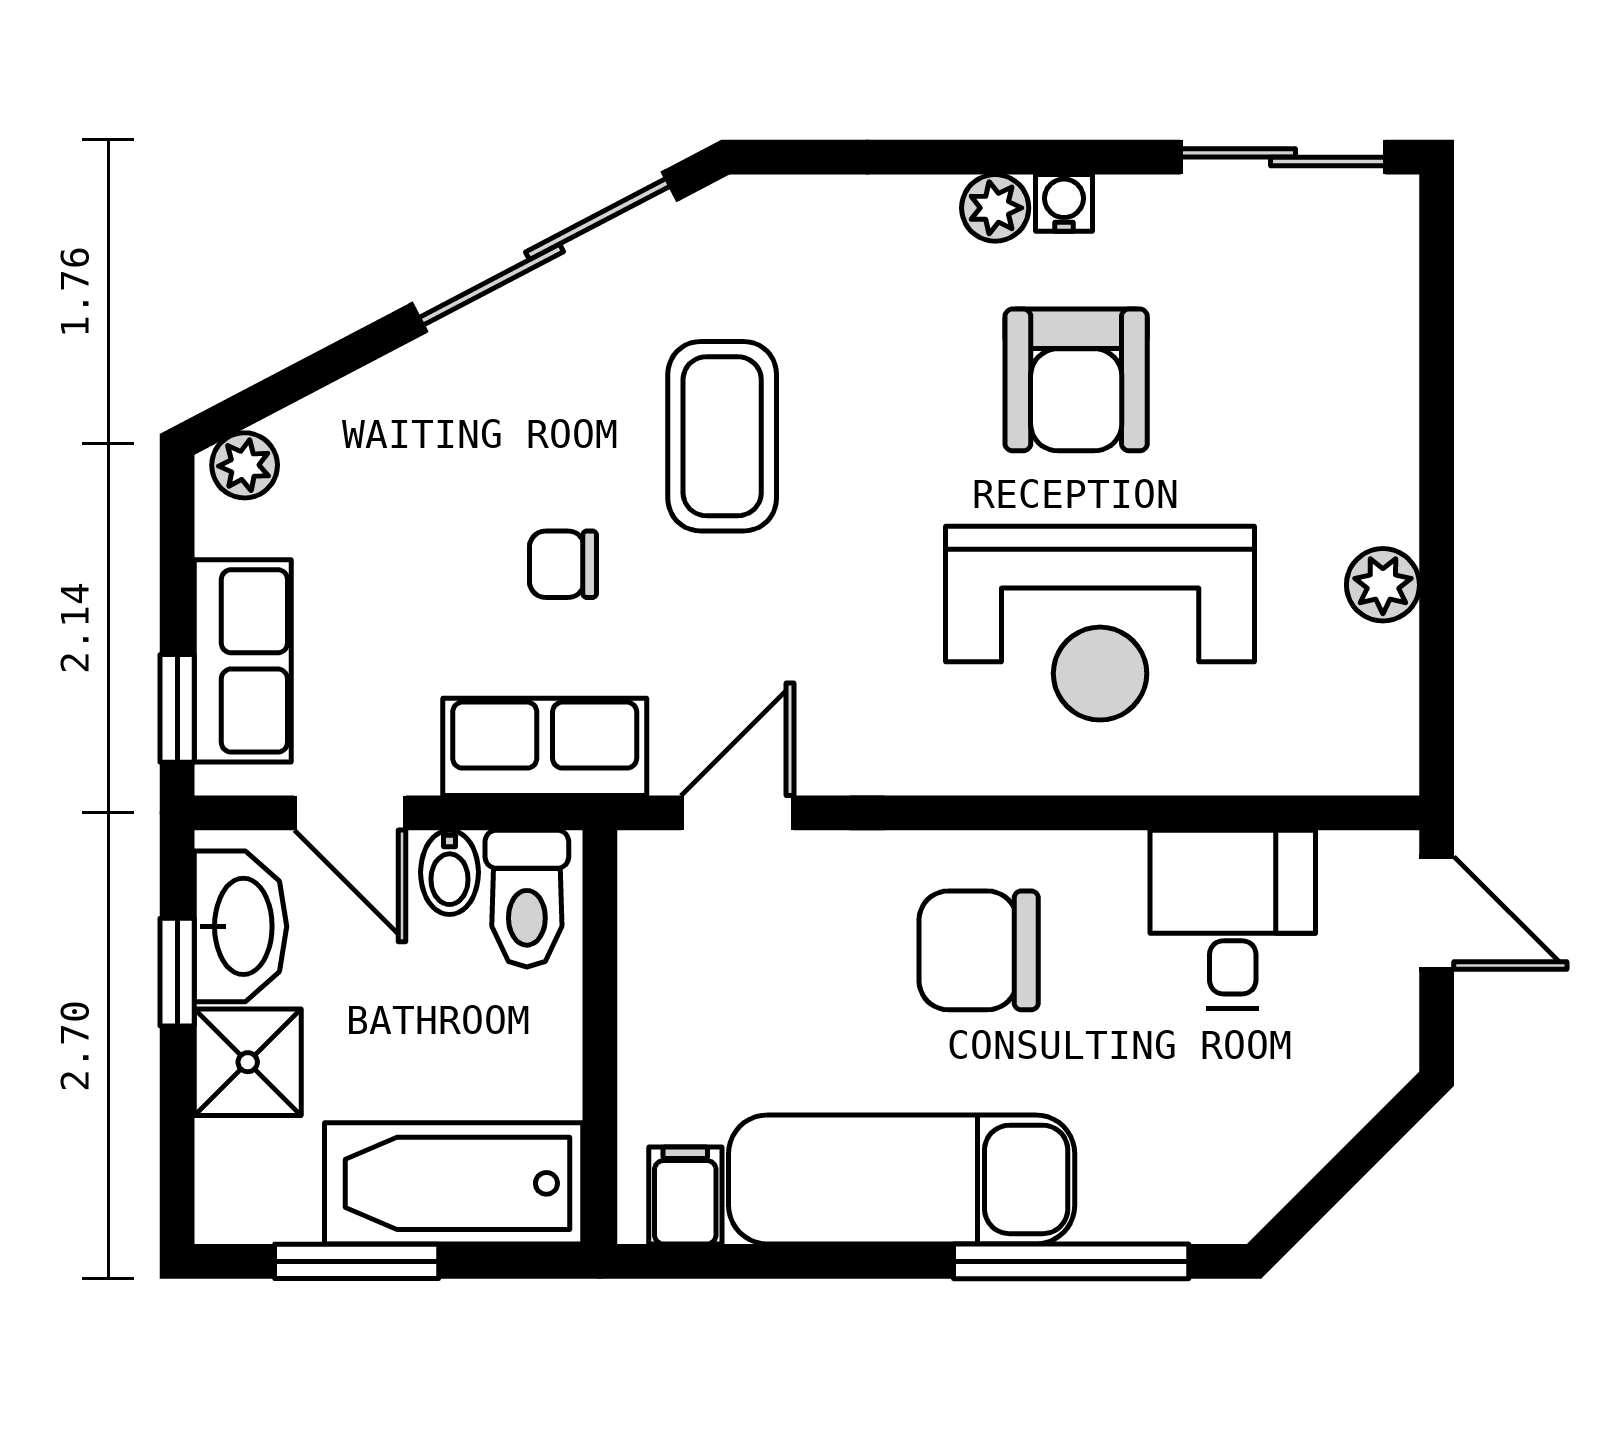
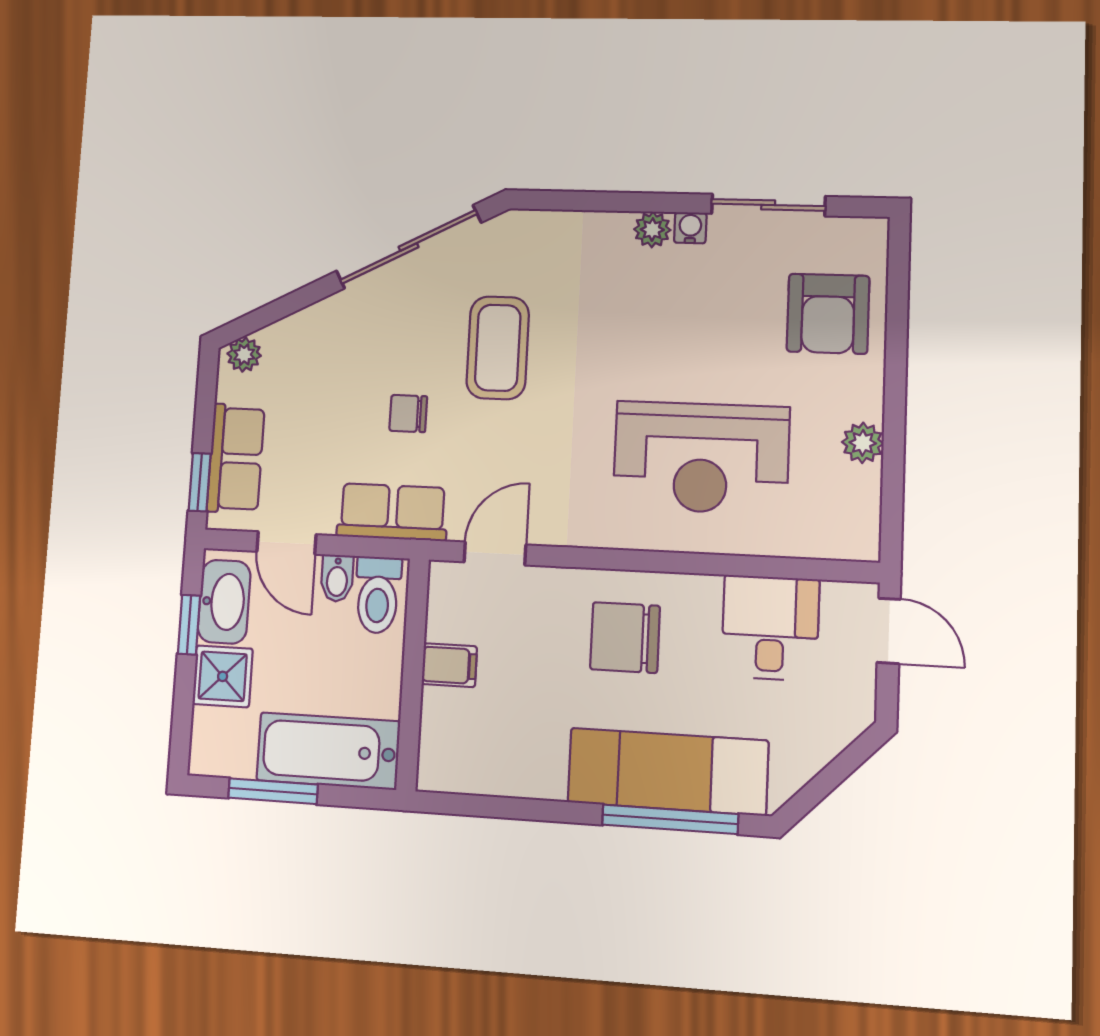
sliding door: (1283, 157) -> (768, 205), moved
armchair: (1076, 380) -> (828, 314), moved
exam couch: (902, 1179) -> (668, 771), moved
filing cabinet: (685, 1195) -> (449, 665), moved, turned 90

